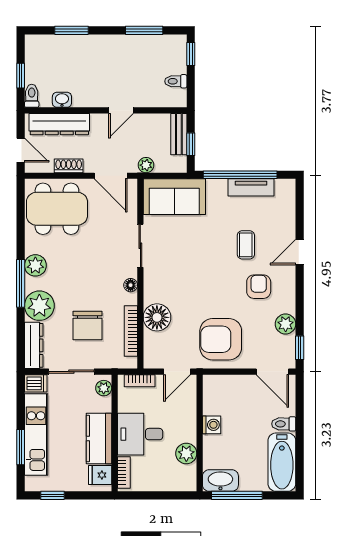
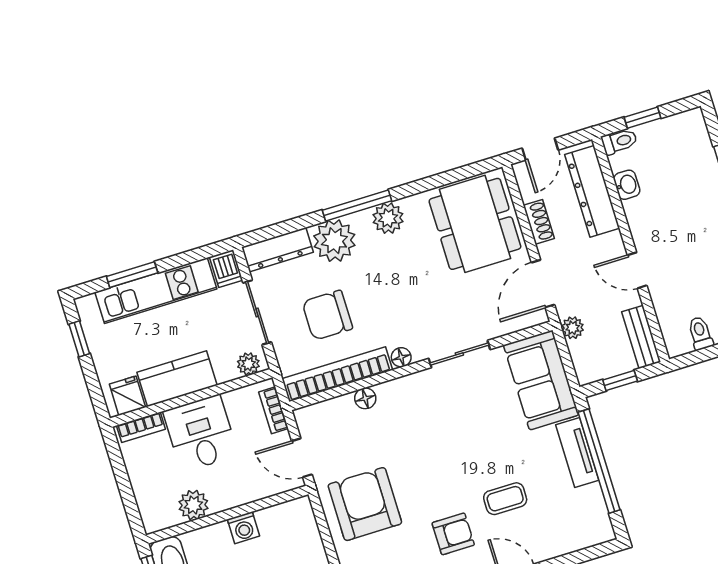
bench: (179, 134) -> (641, 337), moved, turned 90
tv unit: (251, 187) -> (577, 453), moved
floor lamp: (157, 317) -> (365, 398), width x0.53, depth x0.53
bookcase: (131, 331) -> (337, 374), width x1.48, depth x1.31

